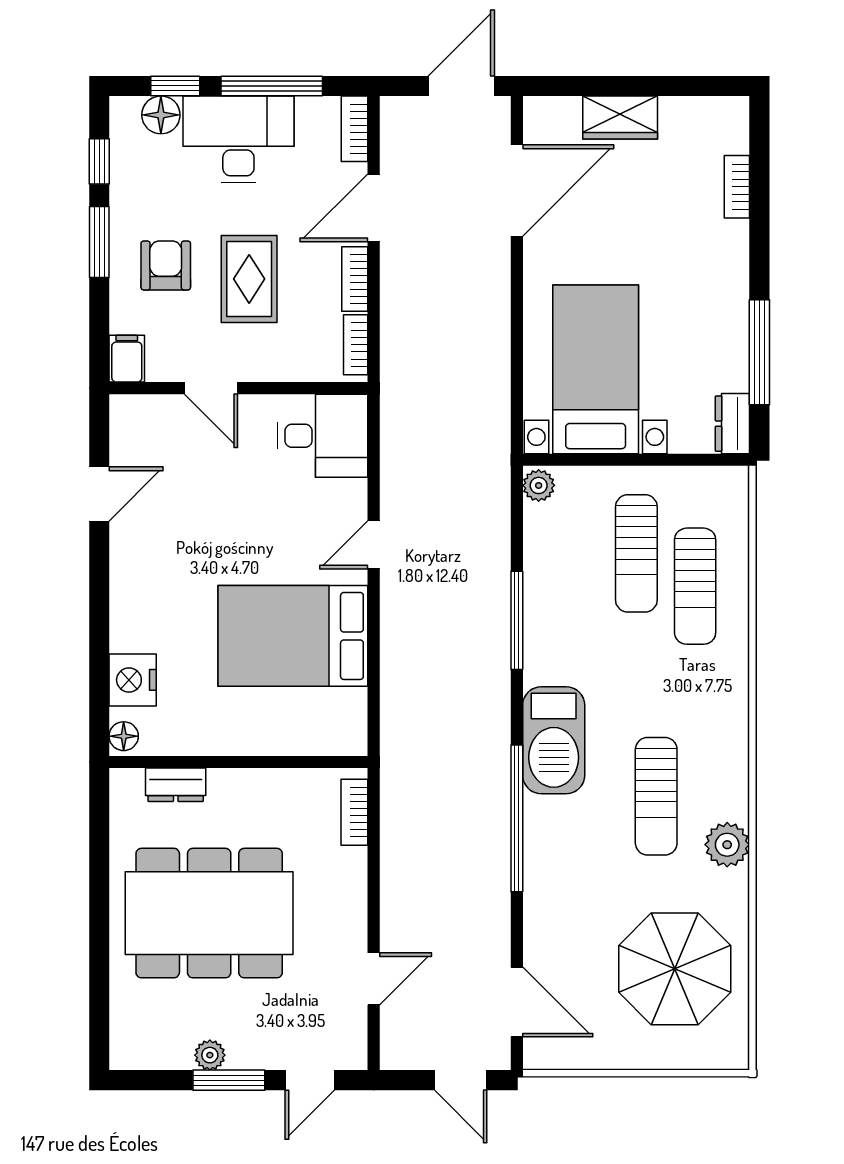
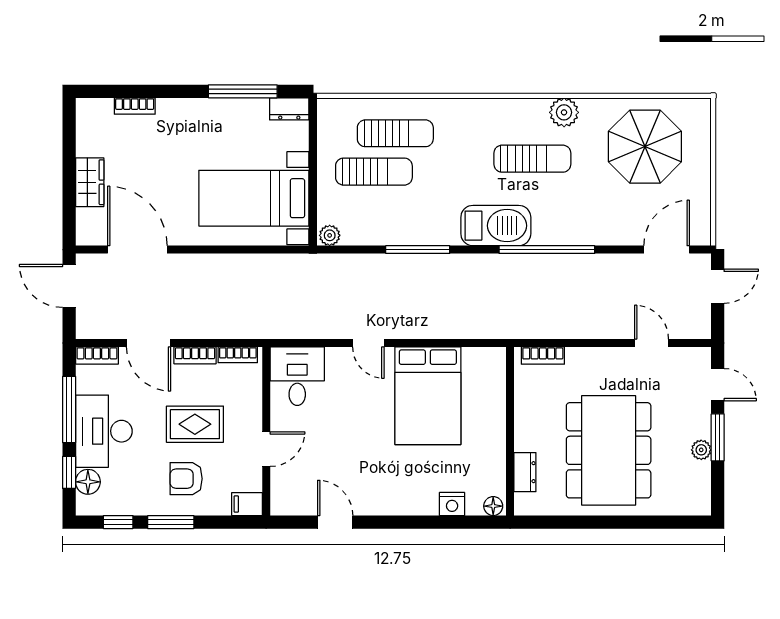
nightstand: (133, 680) -> (452, 504), width x0.74, depth x0.75

